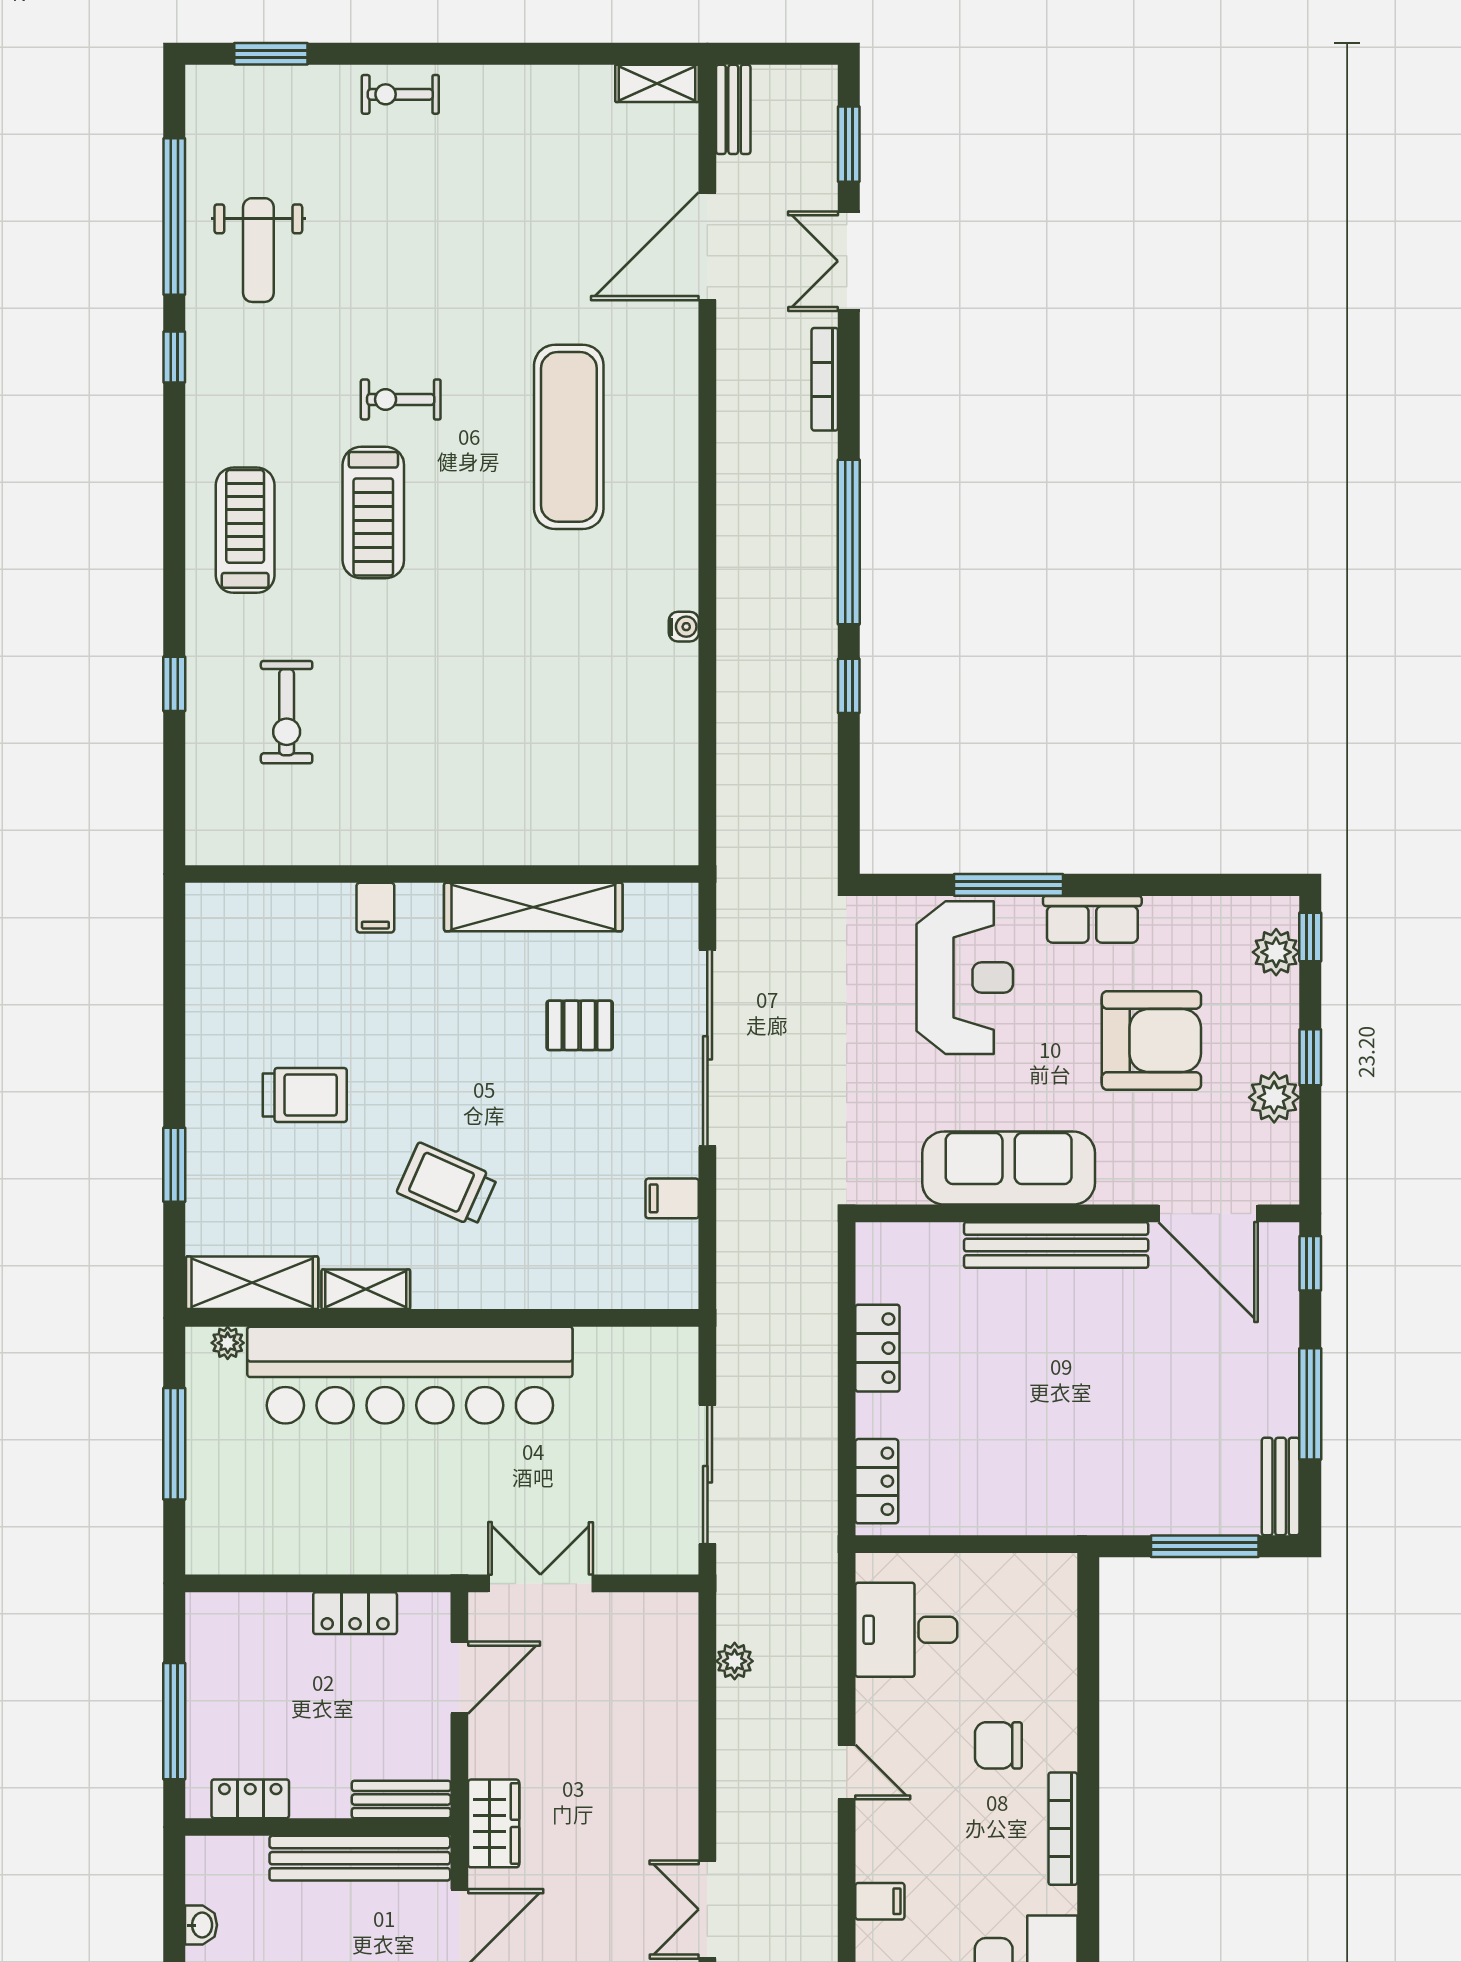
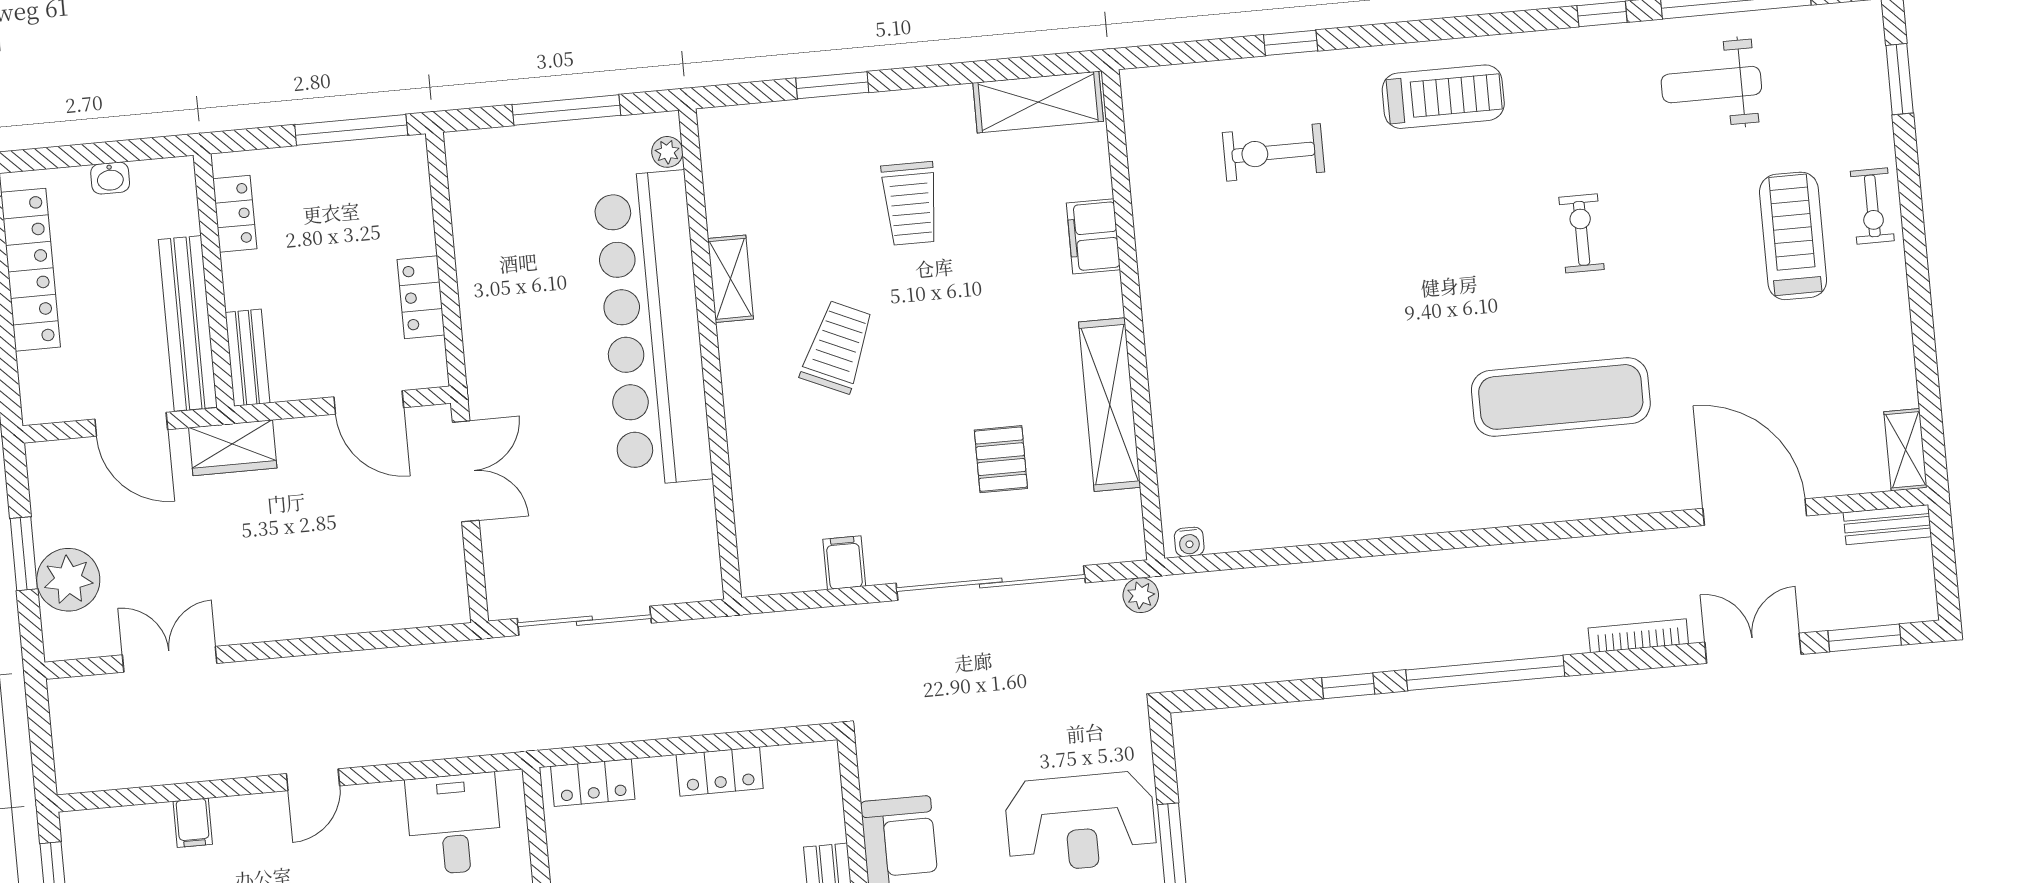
exercise bike: (400, 94) -> (1872, 206), turned 180
treadmill: (373, 512) -> (1793, 236), moved, turned 90
water cooler: (684, 627) -> (1189, 542), moved
filing cabinet: (375, 908) -> (1093, 236), width x2.00
shelving: (252, 1283) -> (1038, 102), moved, turned 90
plant: (735, 1661) -> (1141, 595), moved
window: (174, 1721) -> (351, 130), moved

